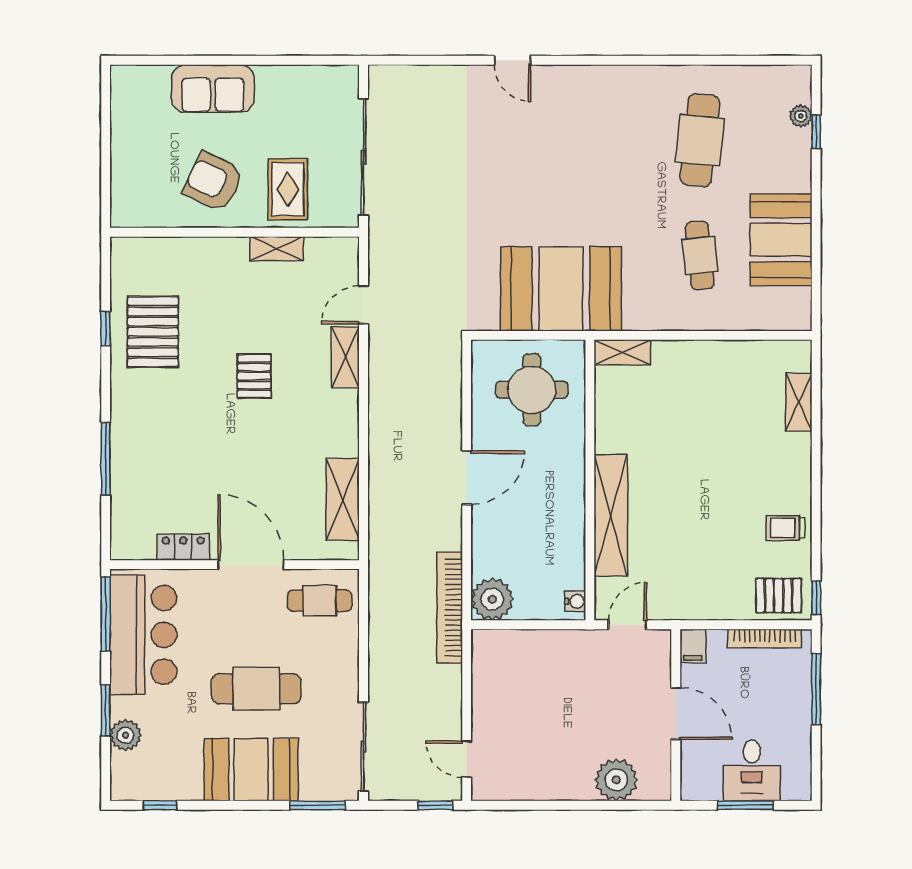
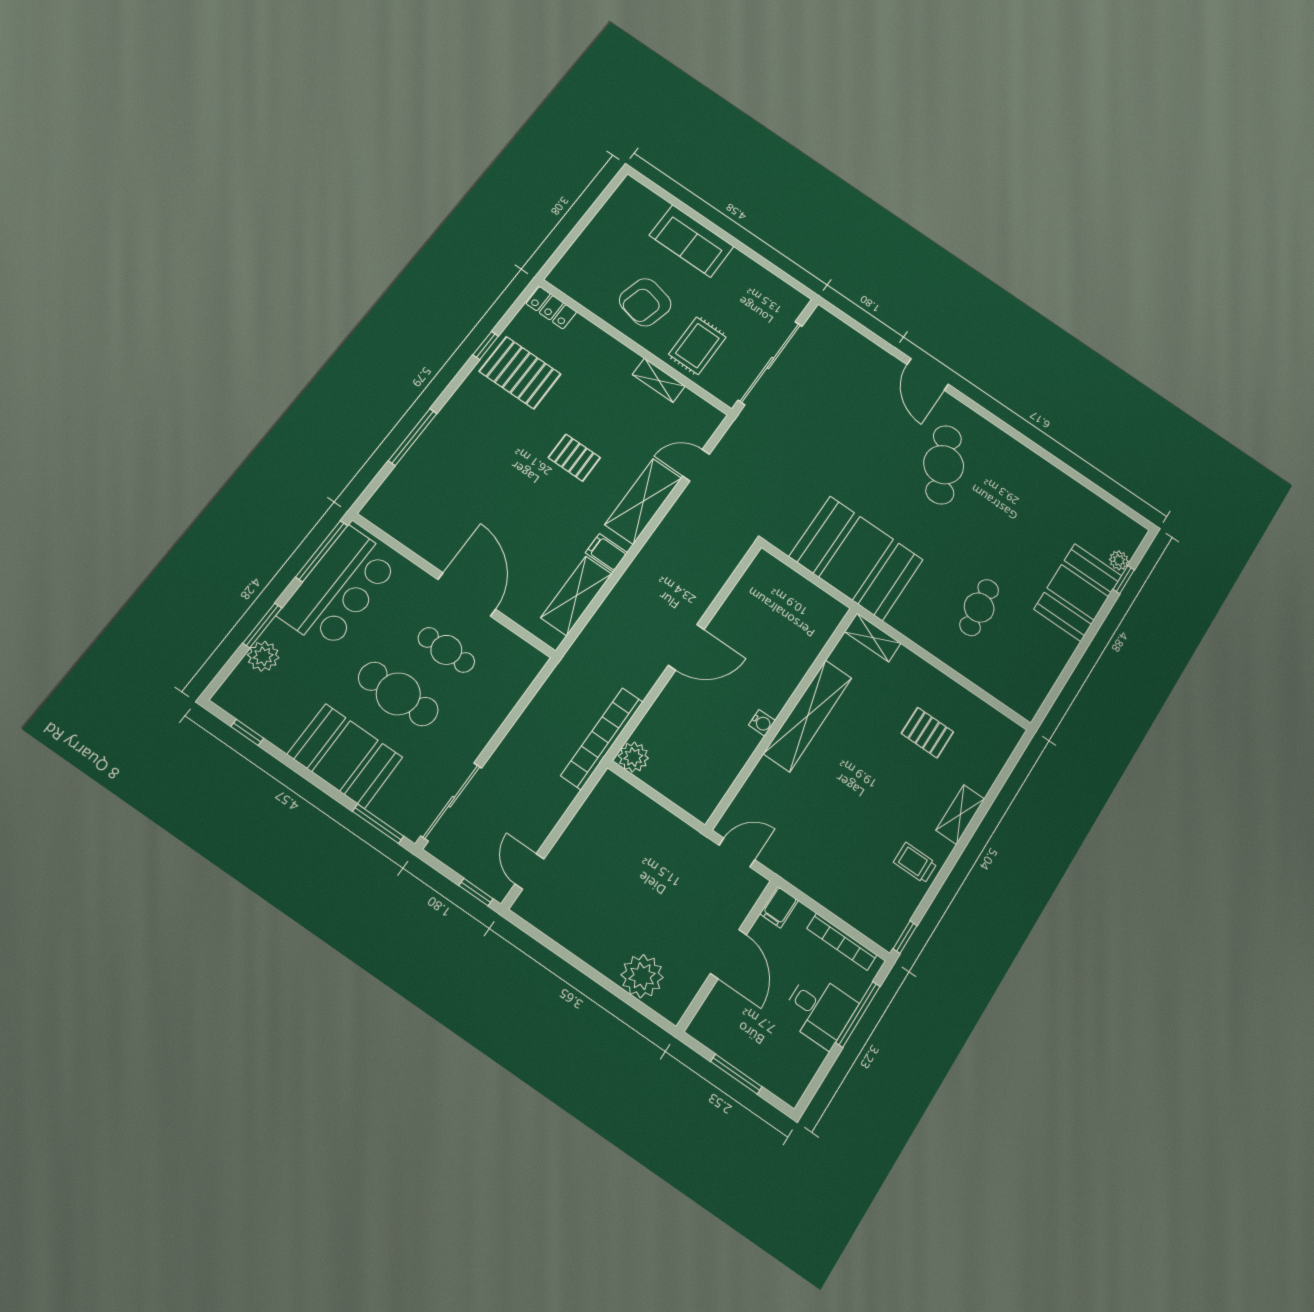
door: (513, 60) -> (928, 374), width x1.38
cafe table: (700, 140) -> (944, 465), moved, turned -30
armchair: (213, 182) -> (645, 302), turned -101
booth: (781, 240) -> (1078, 592), moved
pallet: (153, 332) -> (520, 373), turned 90
shelving: (345, 357) -> (643, 501), width x1.50, depth x1.33
pallet: (254, 376) -> (574, 458), turned 90
round table: (532, 390) -> (783, 617), removed
shelving: (799, 402) -> (960, 815), moved
filing cabinet: (341, 443) -> (606, 553), added
shelving: (611, 515) -> (808, 716), moved
locker: (183, 547) -> (551, 308), moved, turned 180
pallet: (779, 596) -> (927, 733), moved
plant: (492, 599) -> (633, 757), width x0.73, depth x0.73
cafe table: (320, 601) -> (446, 650), moved
water cooler: (575, 601) -> (762, 723), moved
desk: (752, 770) -> (819, 1010), moved, turned -90

